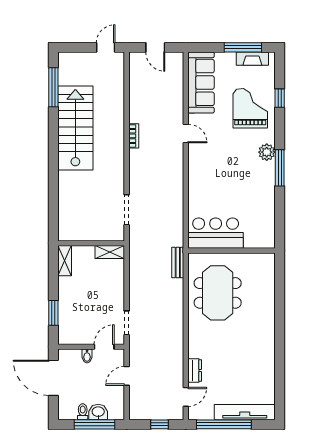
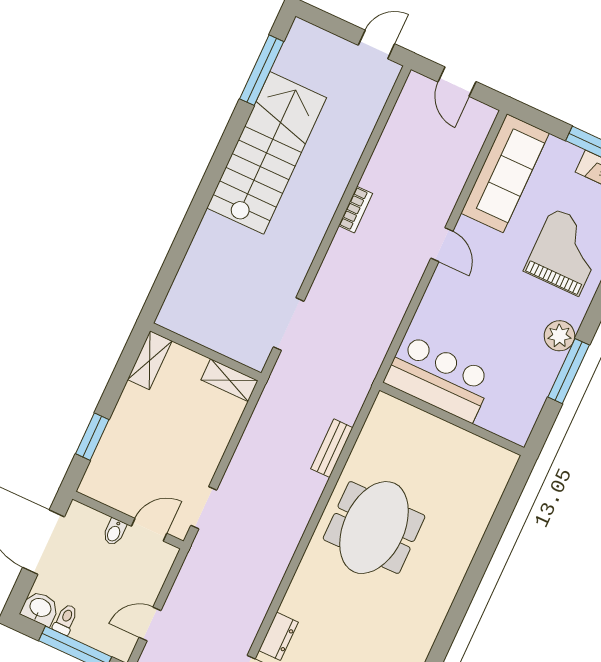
bar counter: (216, 233) -> (439, 378), moved
wall: (232, 251) -> (452, 419), moved
door: (127, 376) -> (150, 624), moved
washbasin: (98, 412) -> (40, 608), moved

